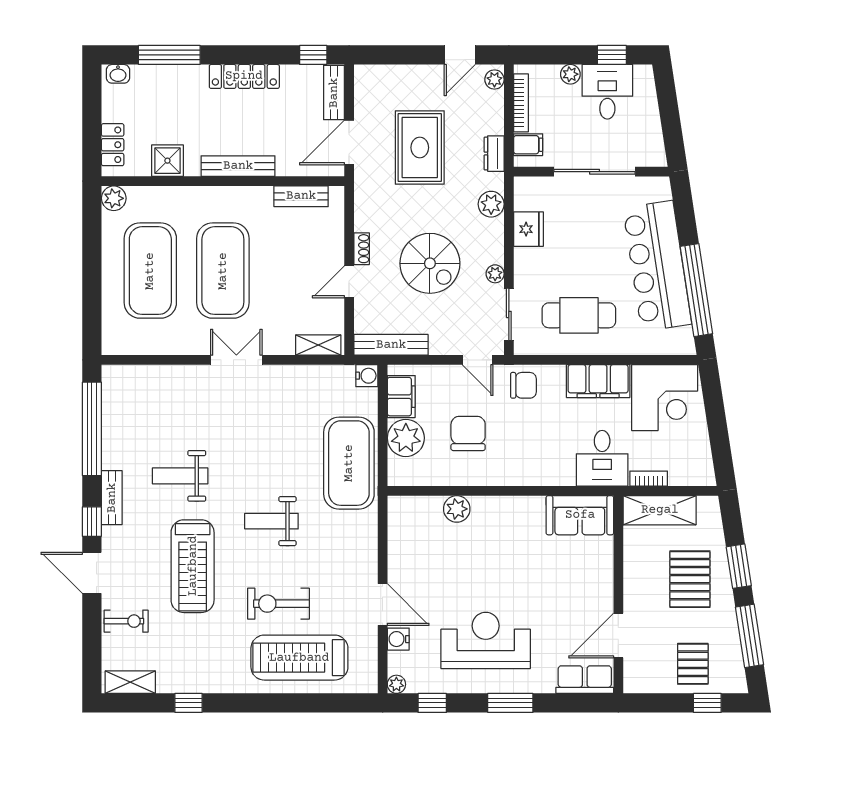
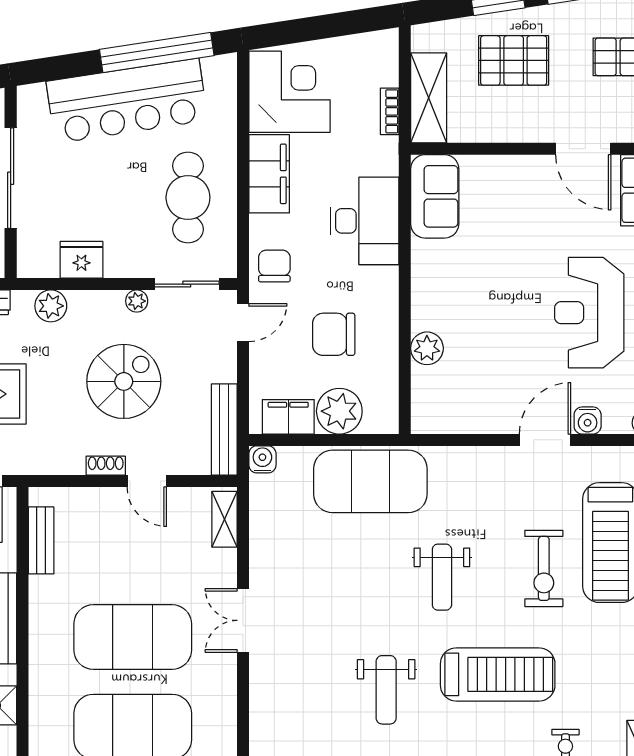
desk: (602, 458) -> (364, 221), moved, width x1.37

